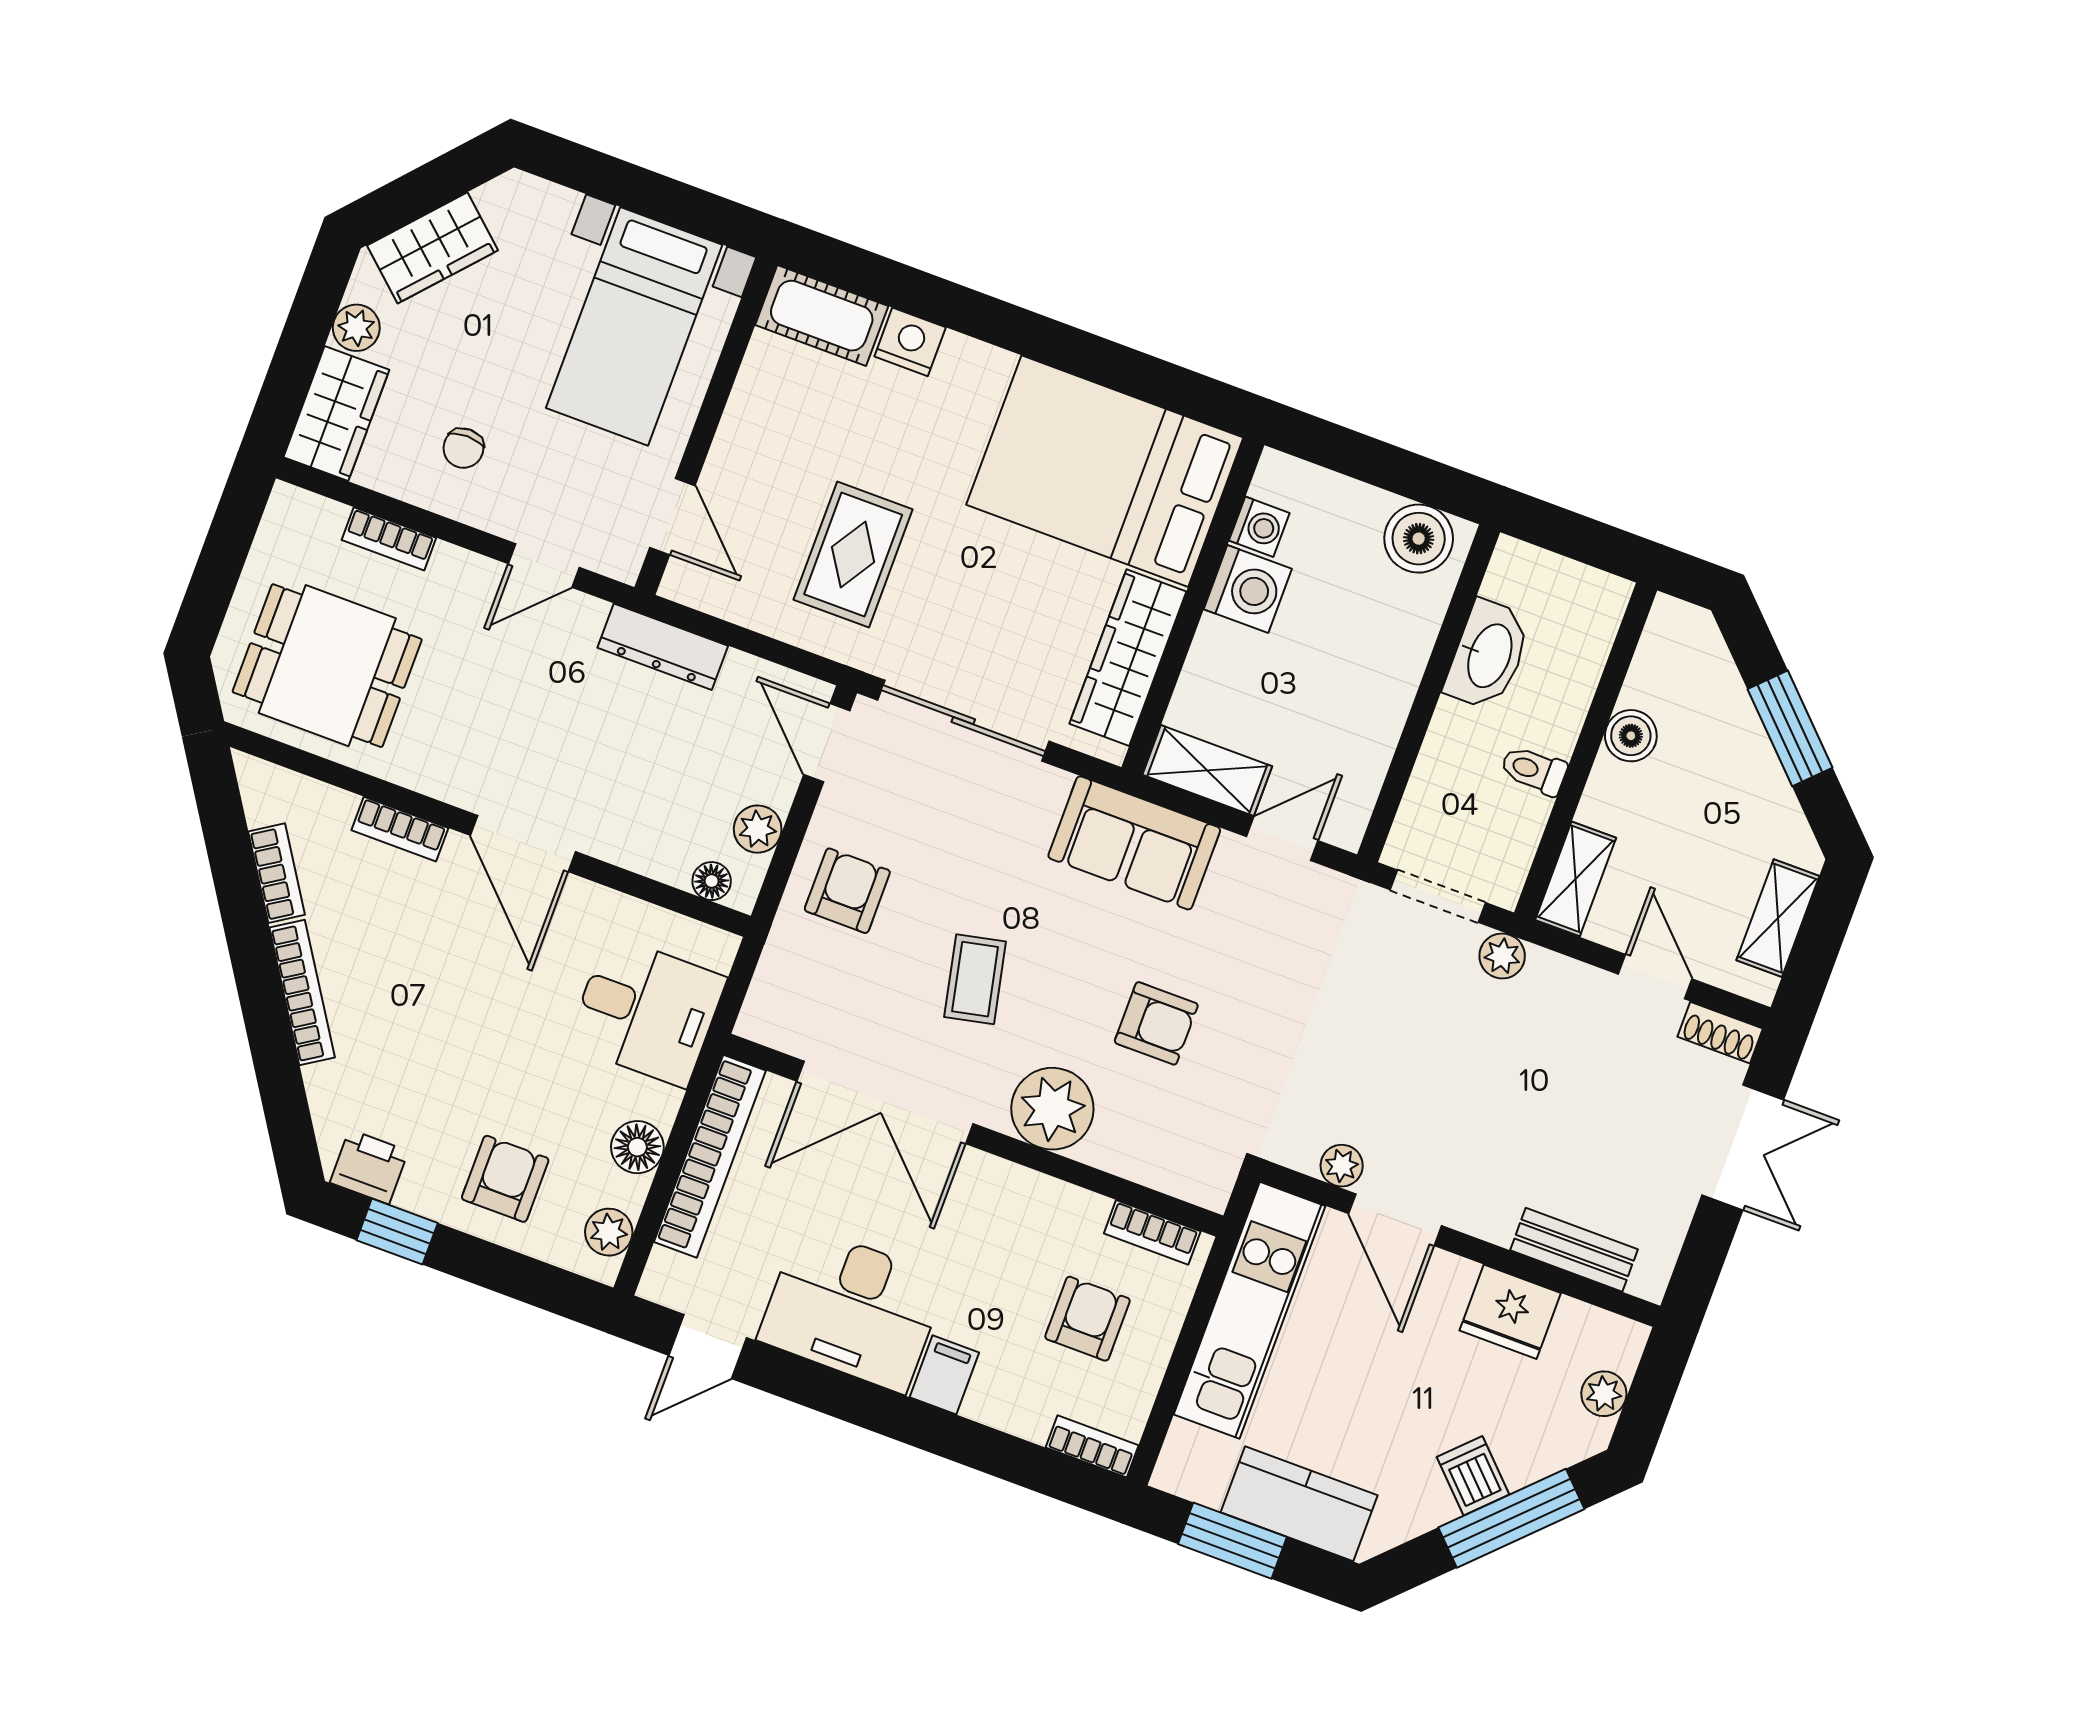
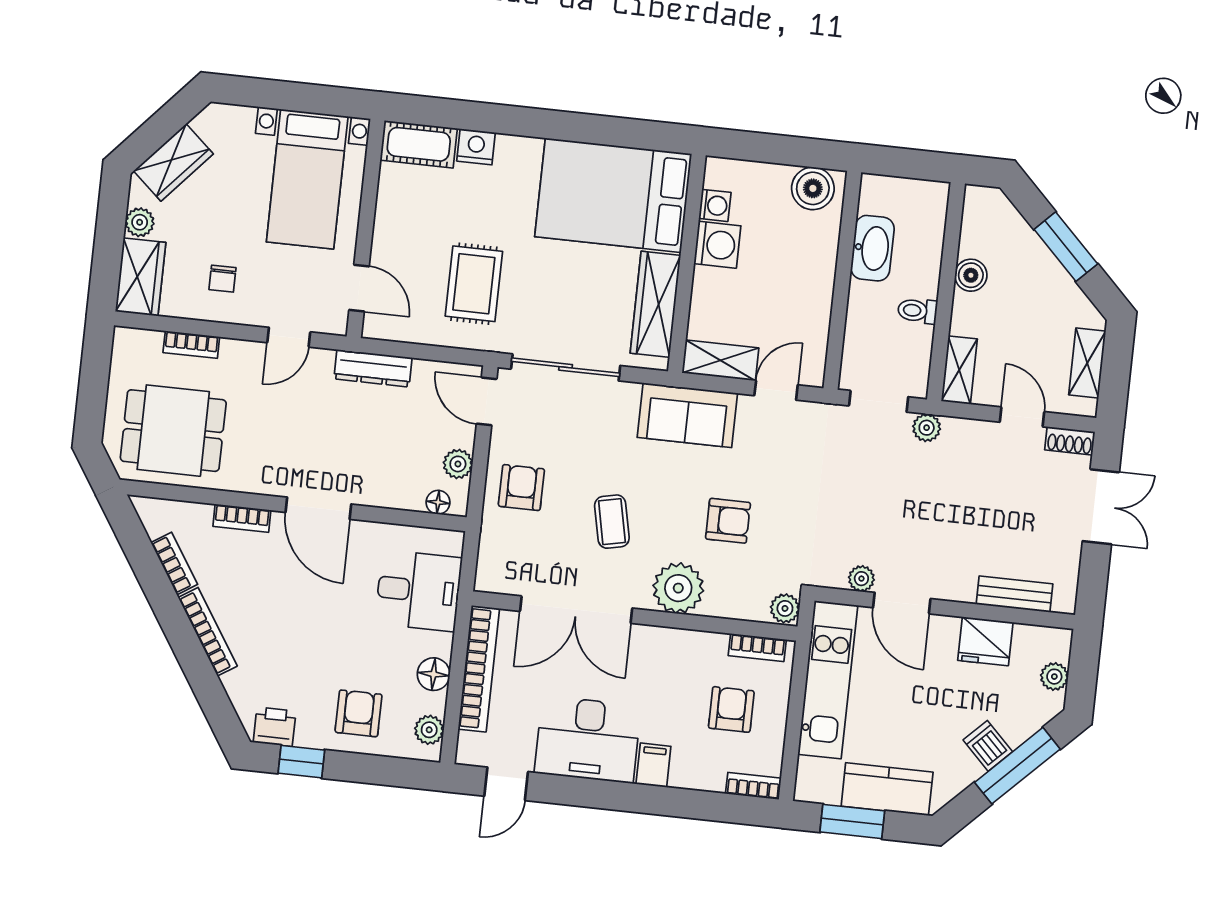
plant: (1211, 1182) -> (785, 608), added

